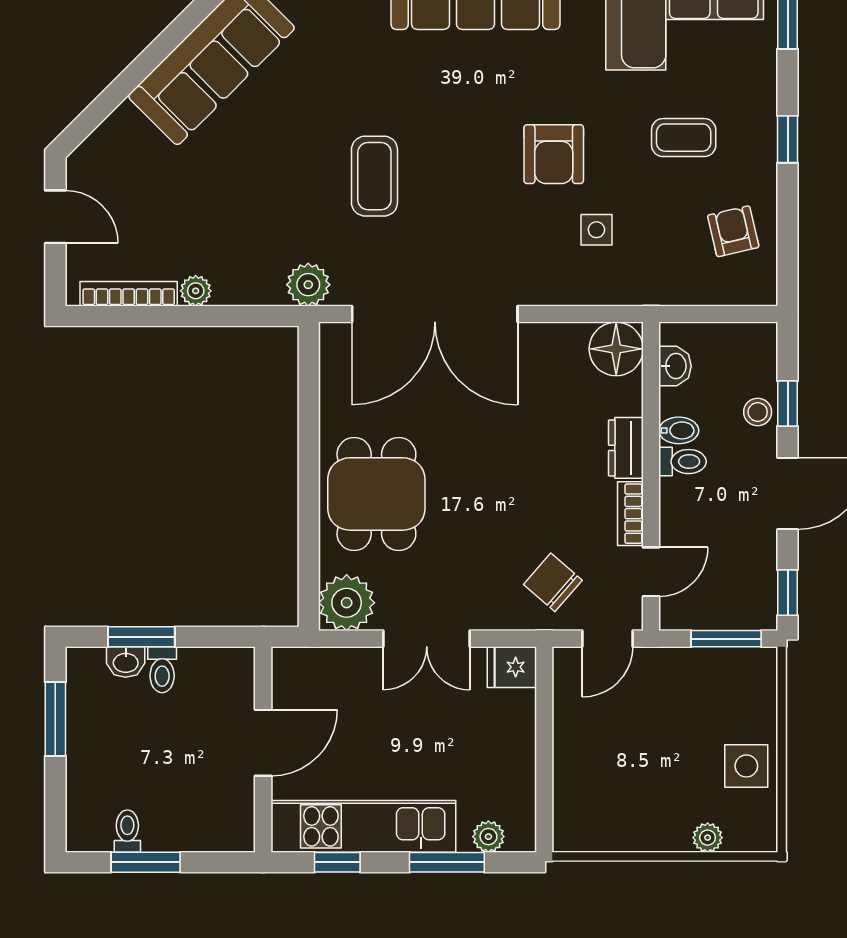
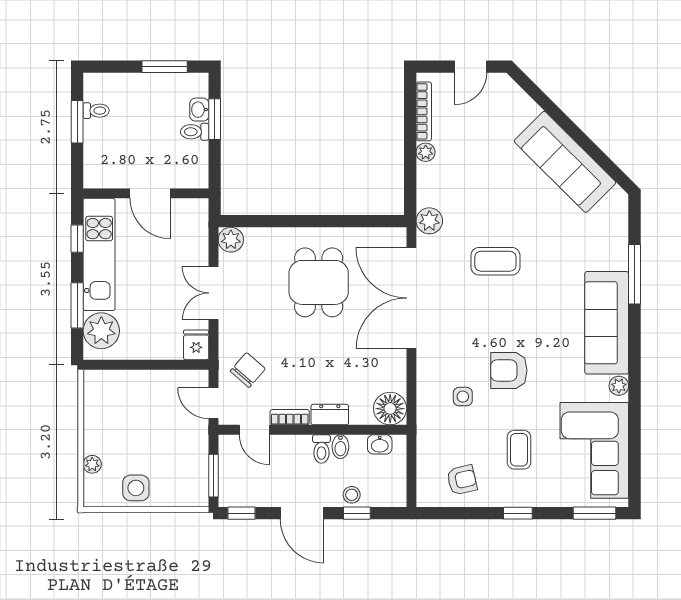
dining table: (376, 494) -> (319, 282), moved, turned 90
plant: (347, 603) -> (231, 240), width x0.73, depth x0.73
plant: (488, 837) -> (101, 331), width x1.88, depth x1.88

